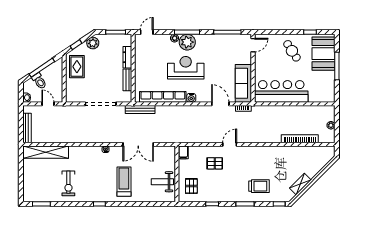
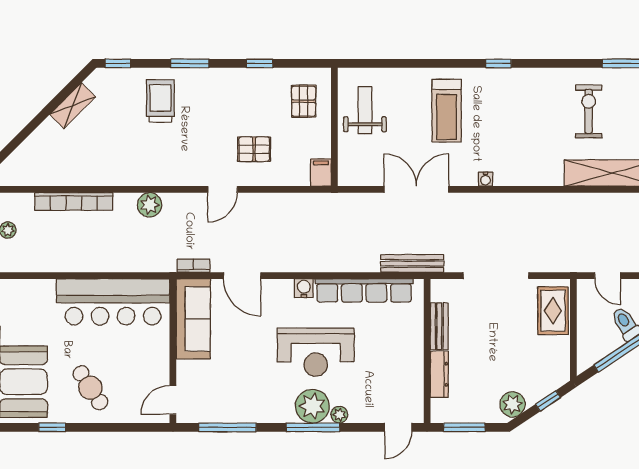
rug: (77, 67) -> (553, 311), moved
plant: (264, 137) -> (150, 205), added
weight bench: (162, 182) -> (365, 110), turned -90
exercise bike: (68, 183) -> (589, 111), moved
trolley: (259, 186) -> (160, 101), turned 90

